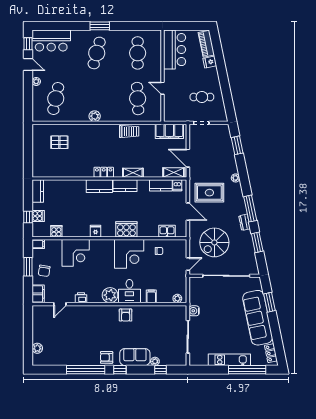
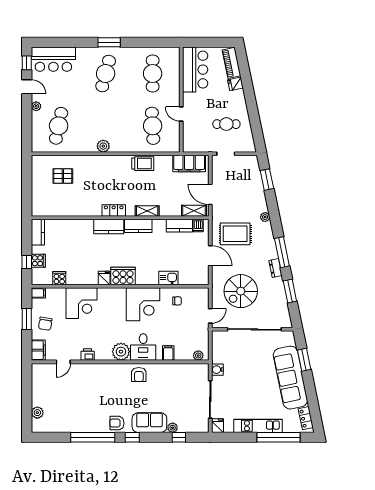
cooker: (126, 229) -> (123, 276), moved
kitchen sink: (167, 231) -> (168, 278), moved
fridge: (194, 360) -> (217, 426), added

